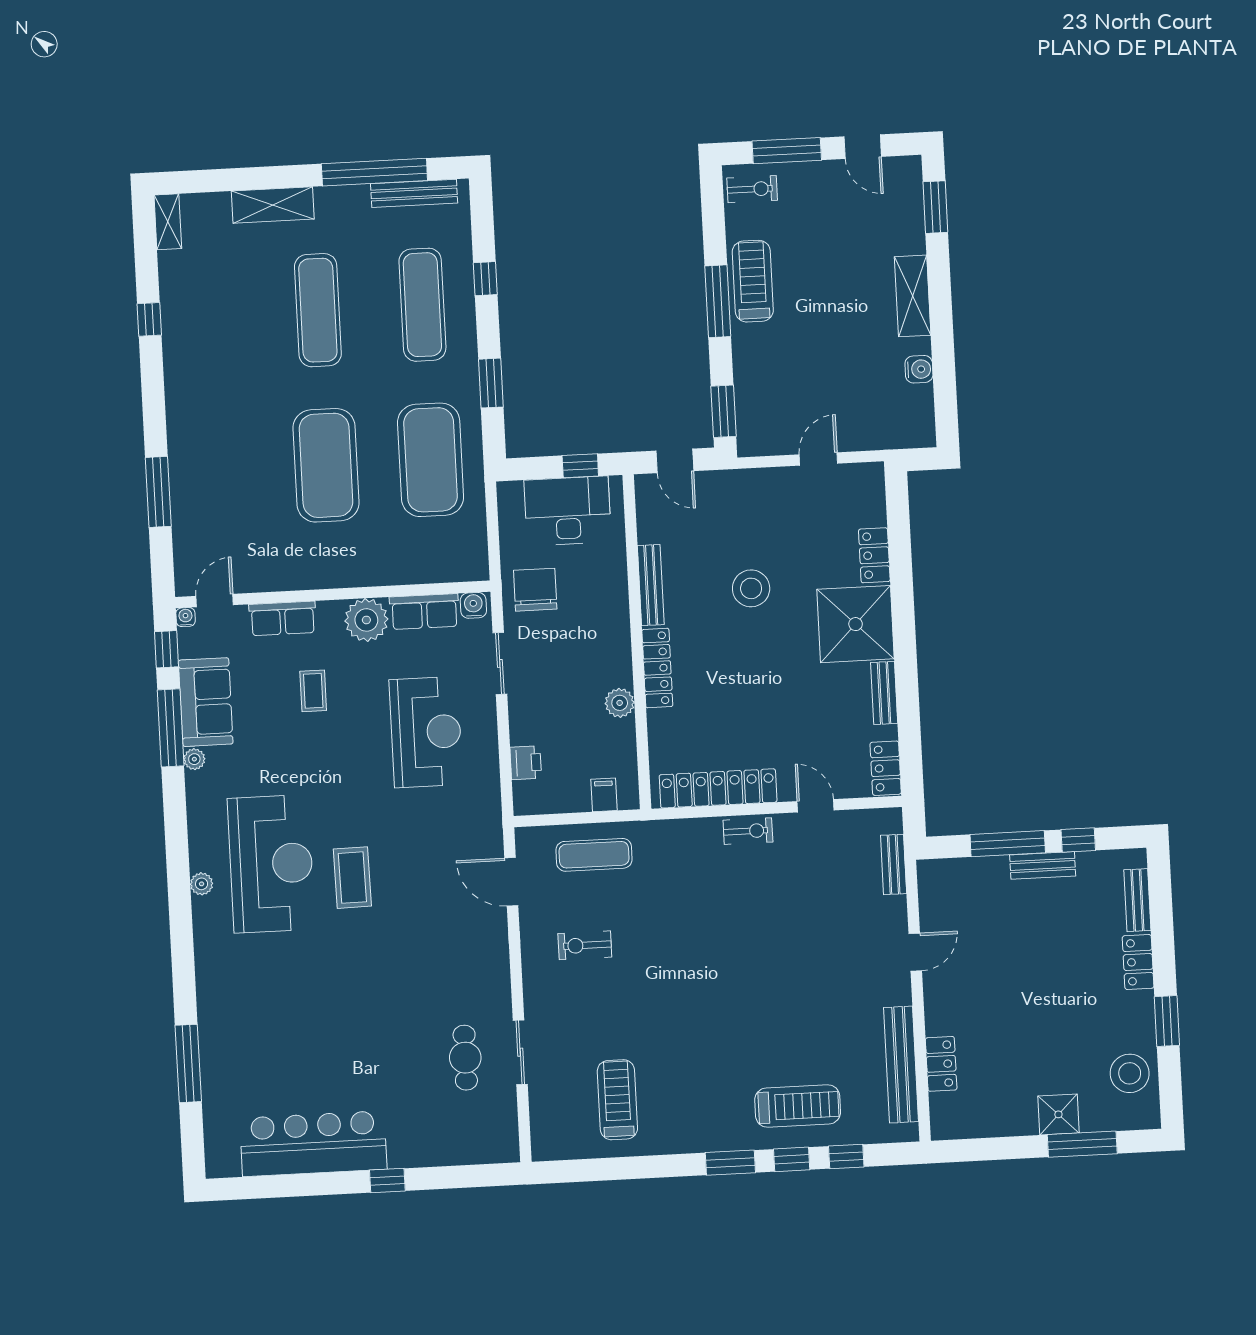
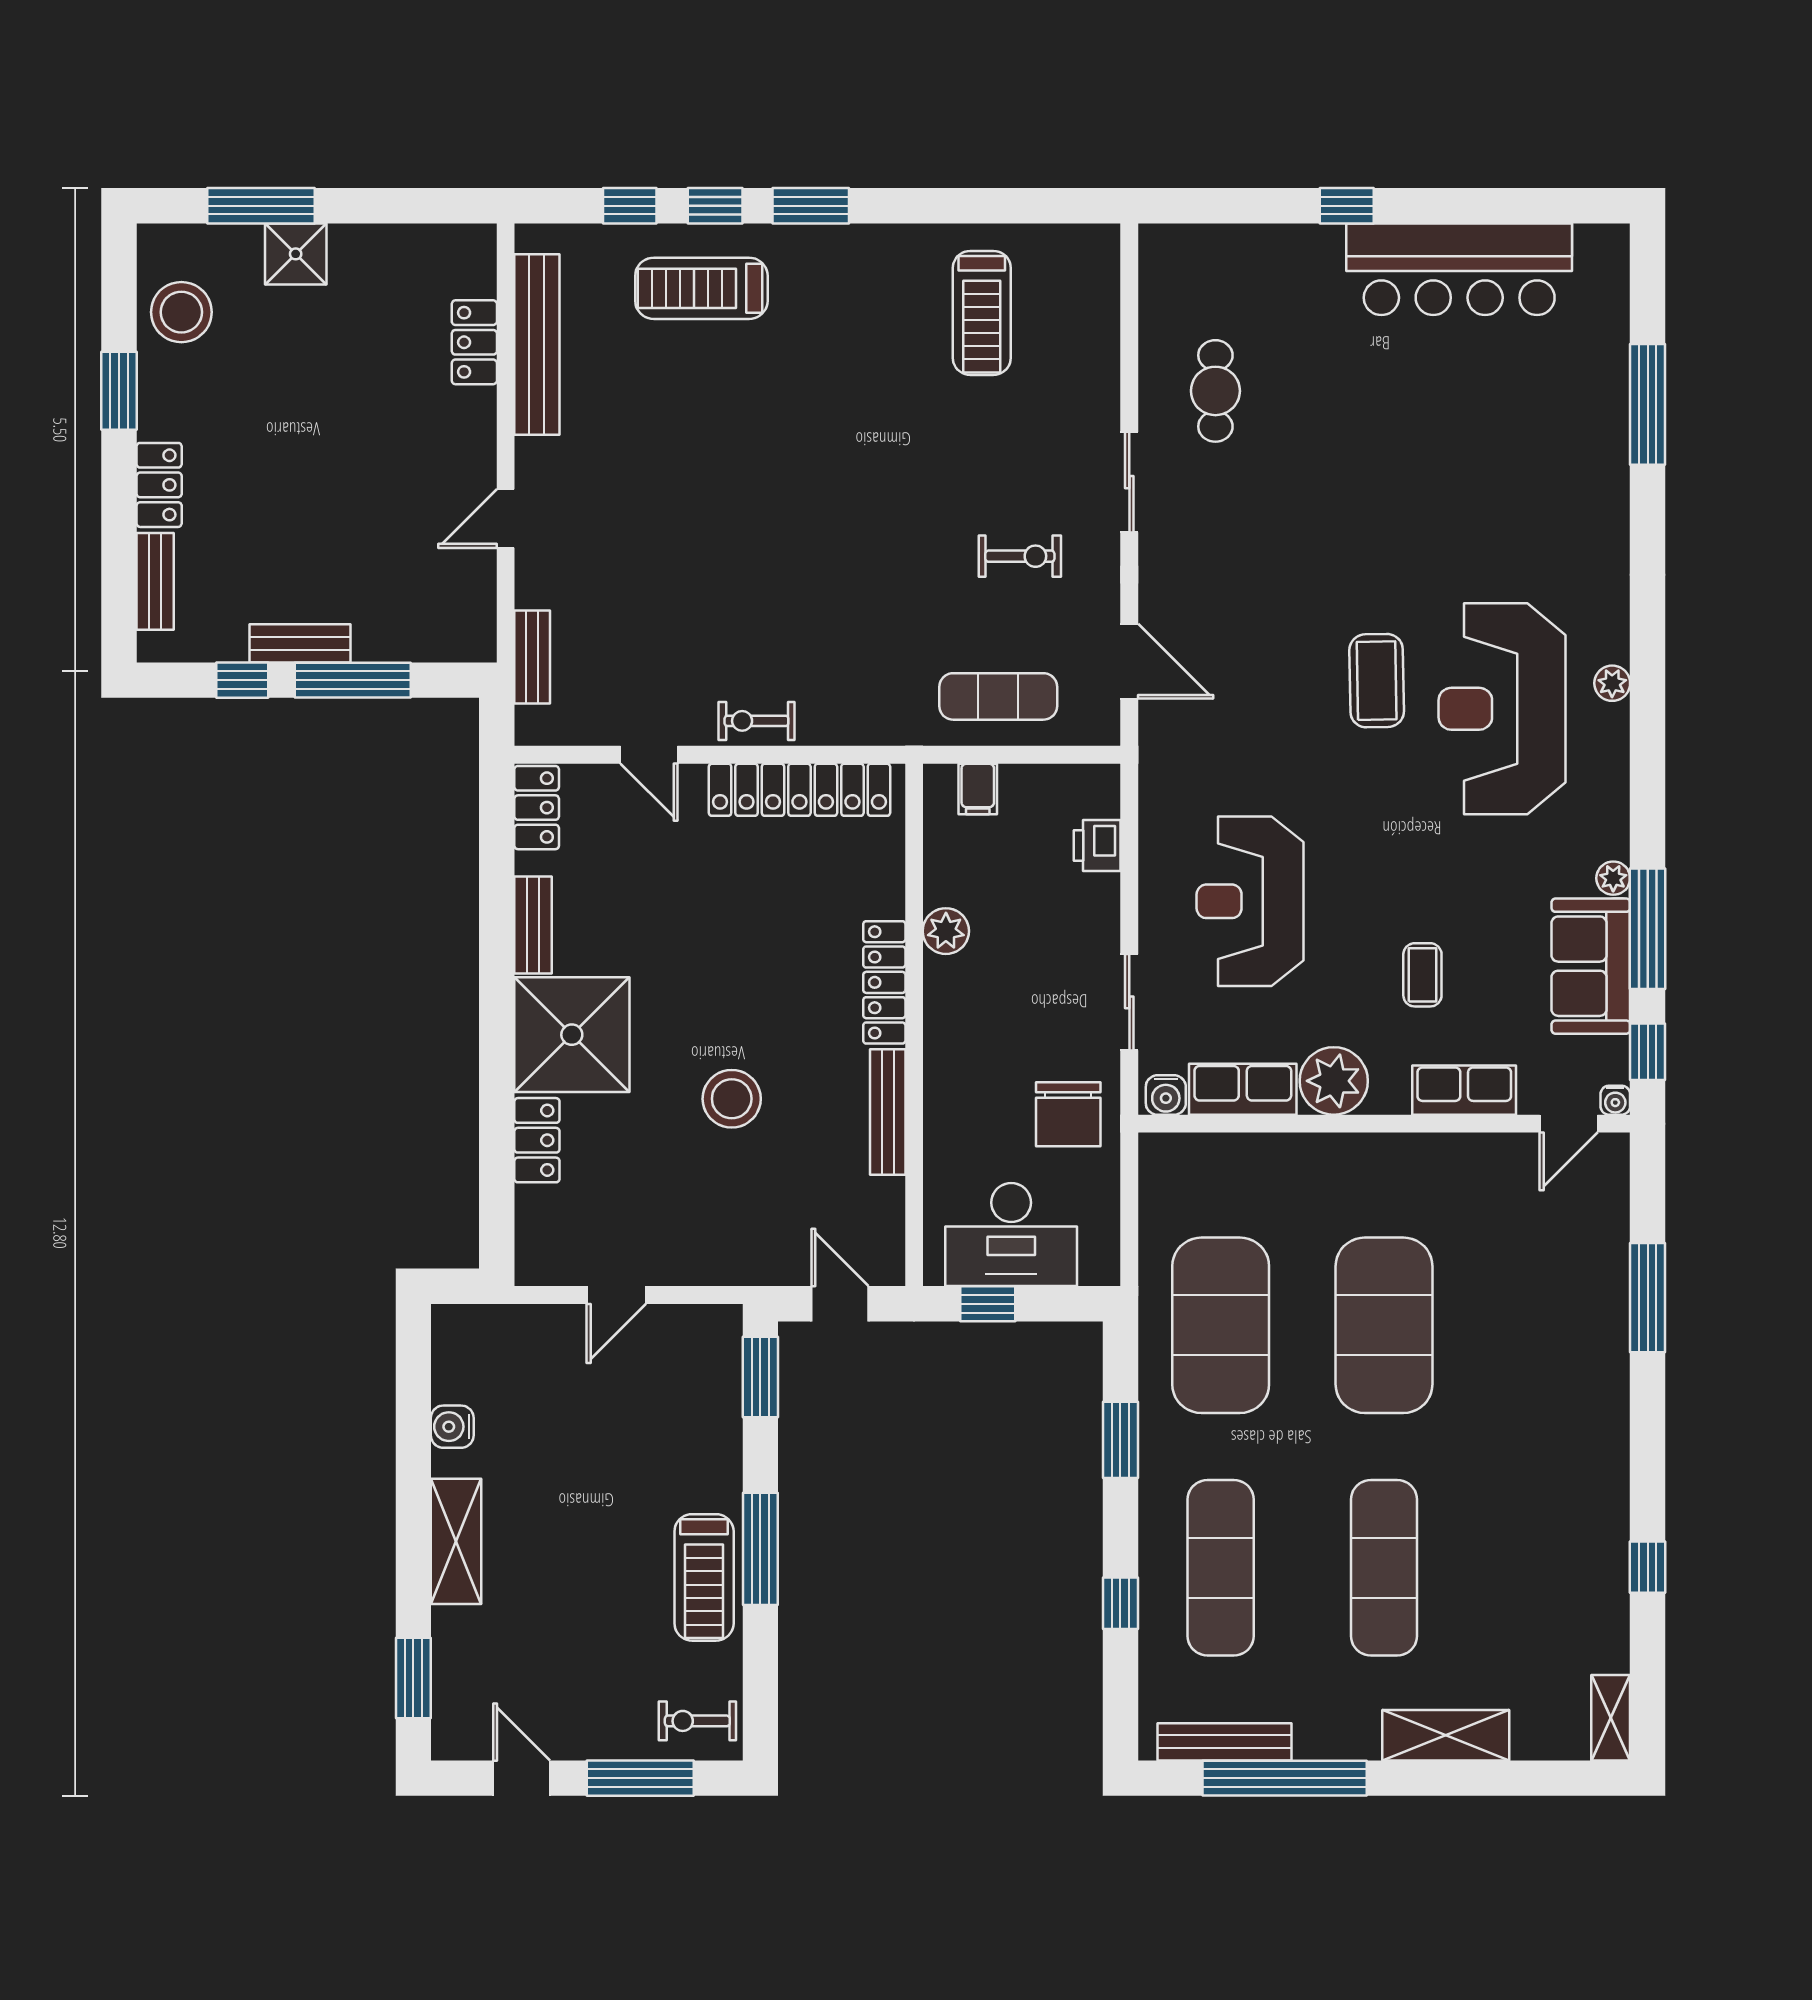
sliding door: (520, 1052) -> (1129, 482), moved

